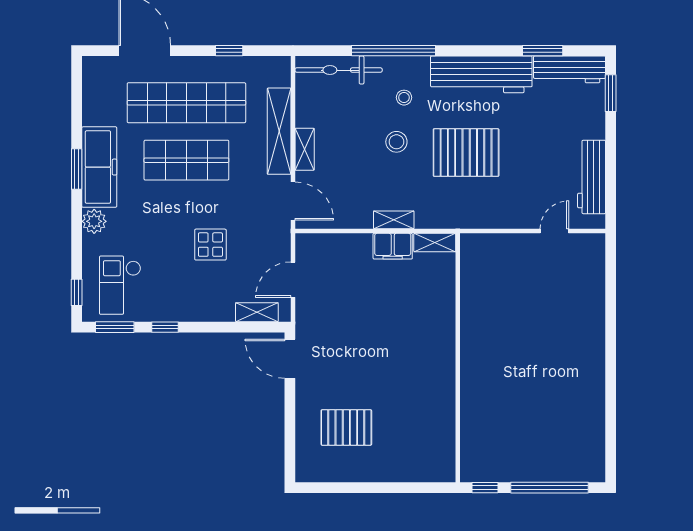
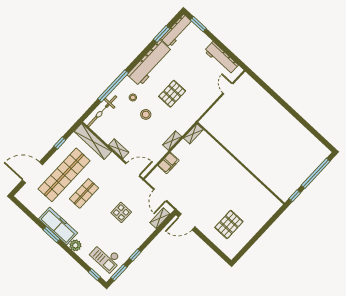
shelving: (279, 131) -> (93, 141), moved
pallet: (466, 153) -> (172, 94), width x0.73, depth x0.71
shop shelf: (186, 160) -> (84, 193), width x0.70, depth x0.74
filing cabinet: (393, 246) -> (168, 163), moved

